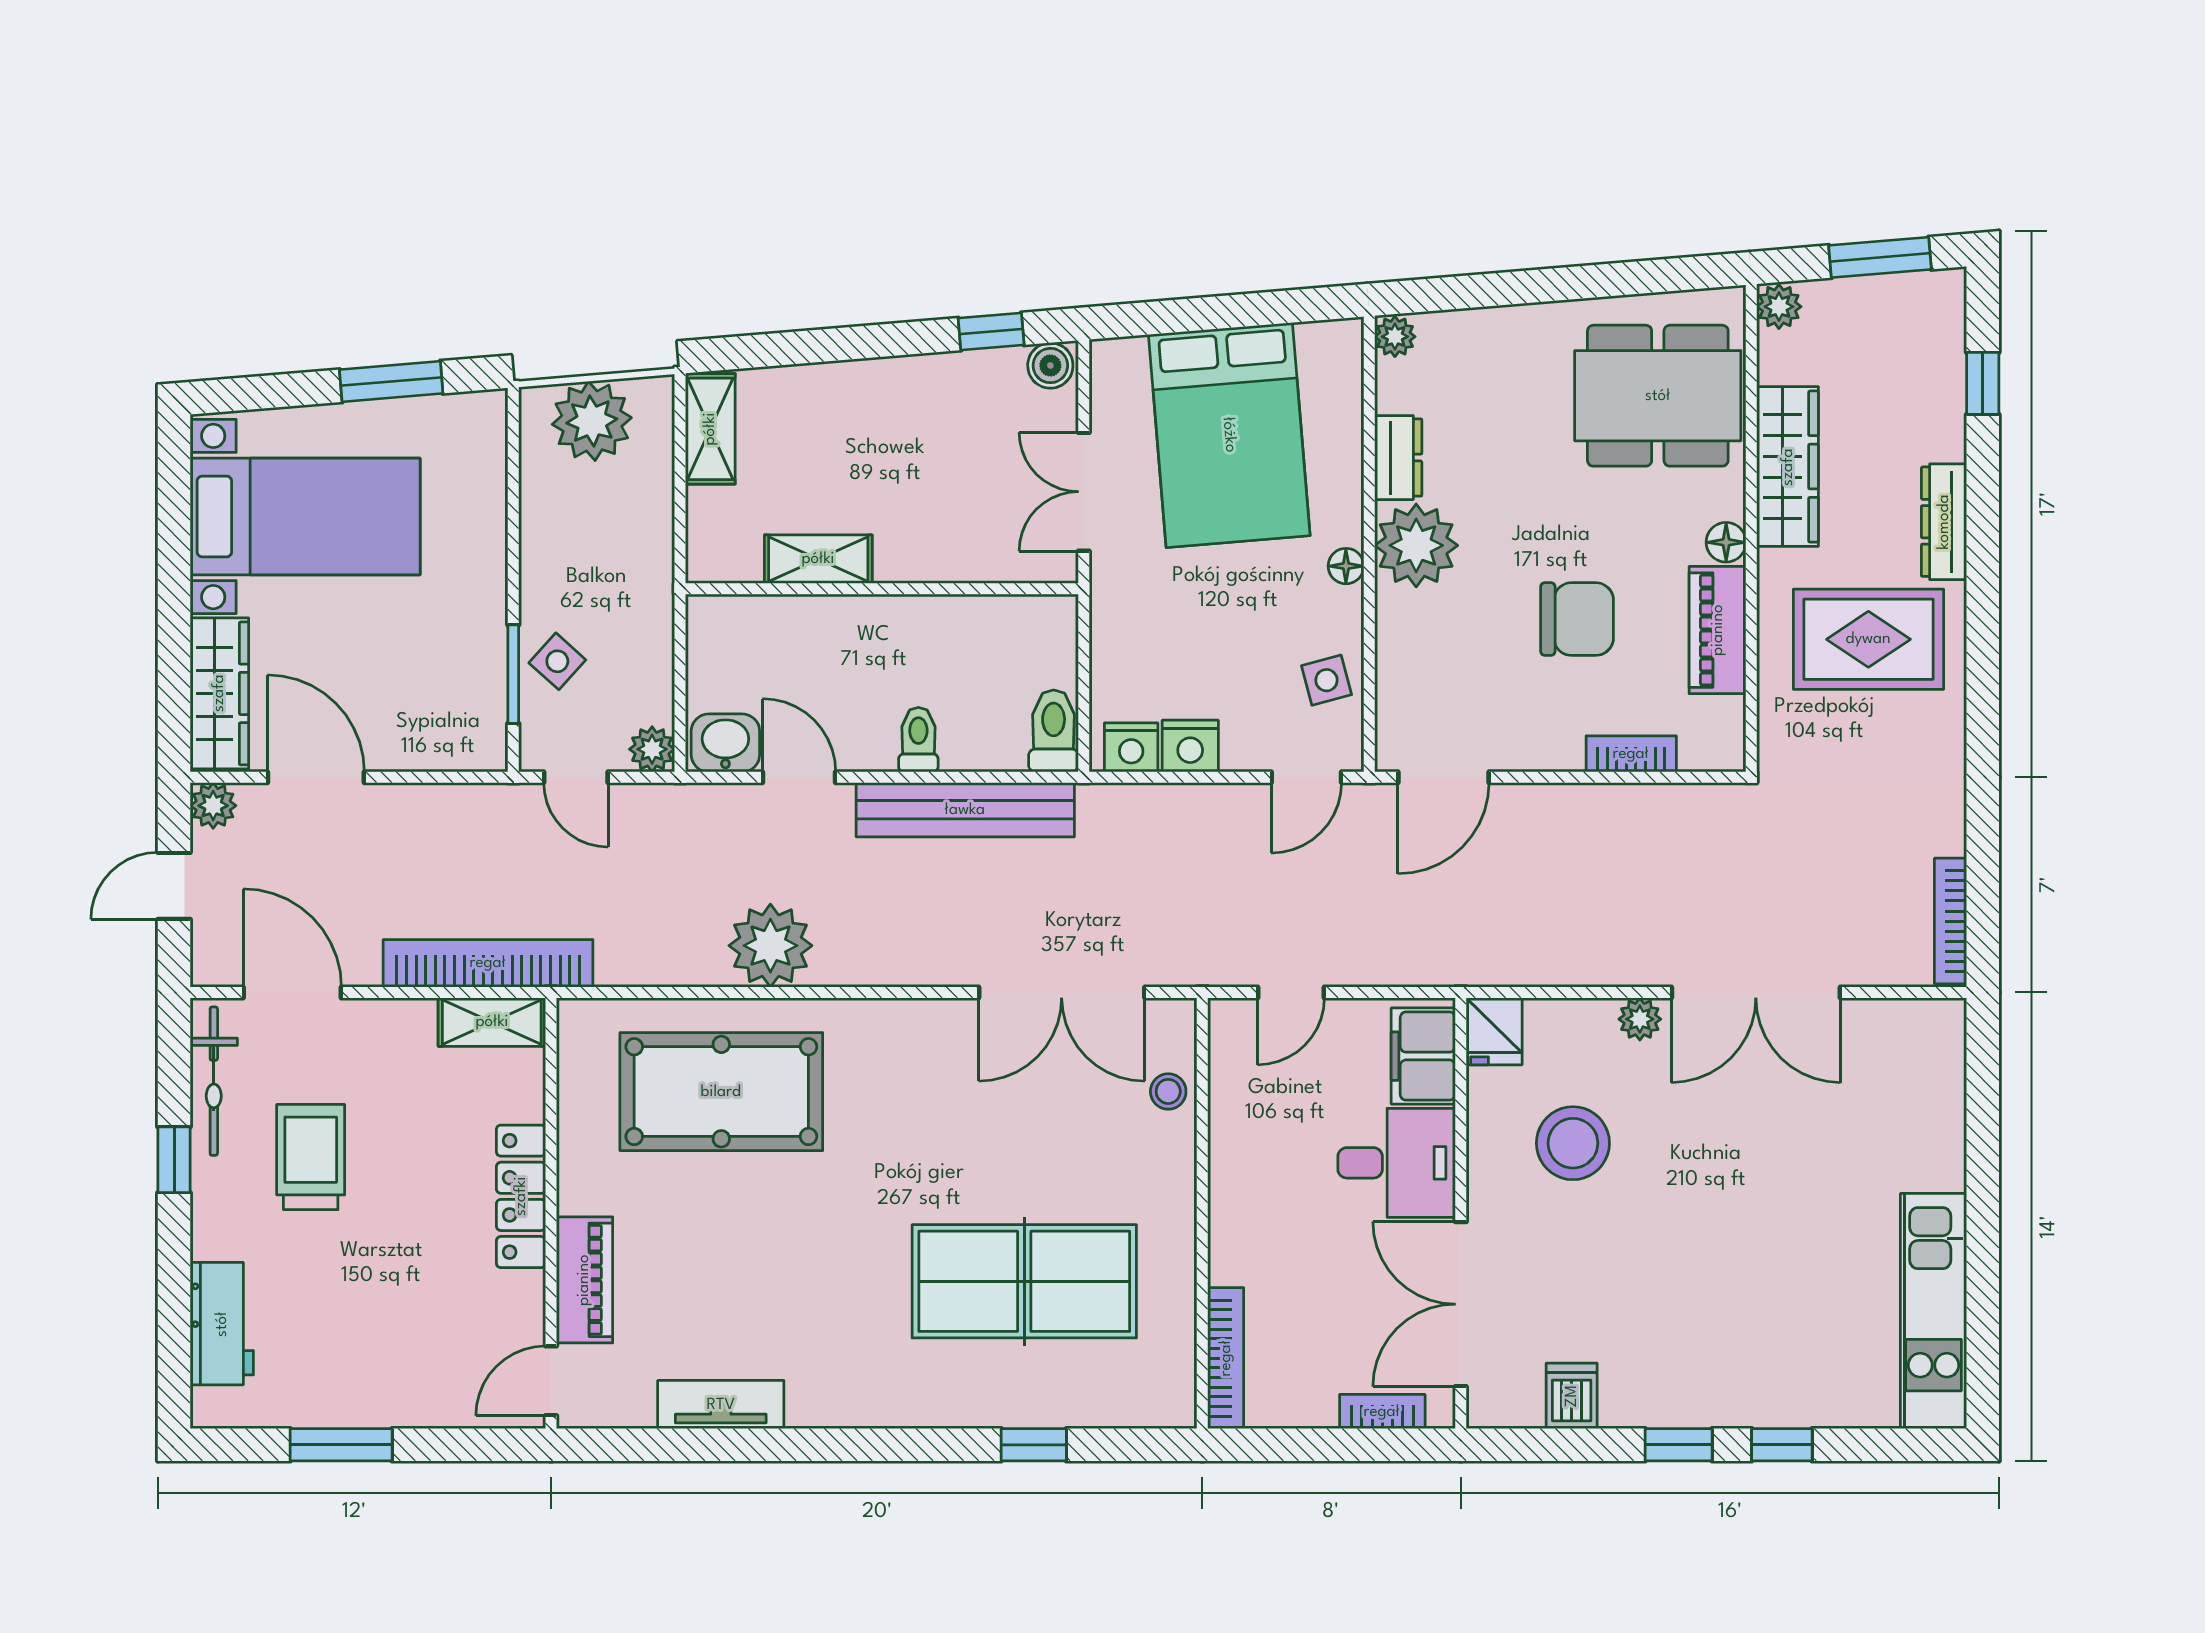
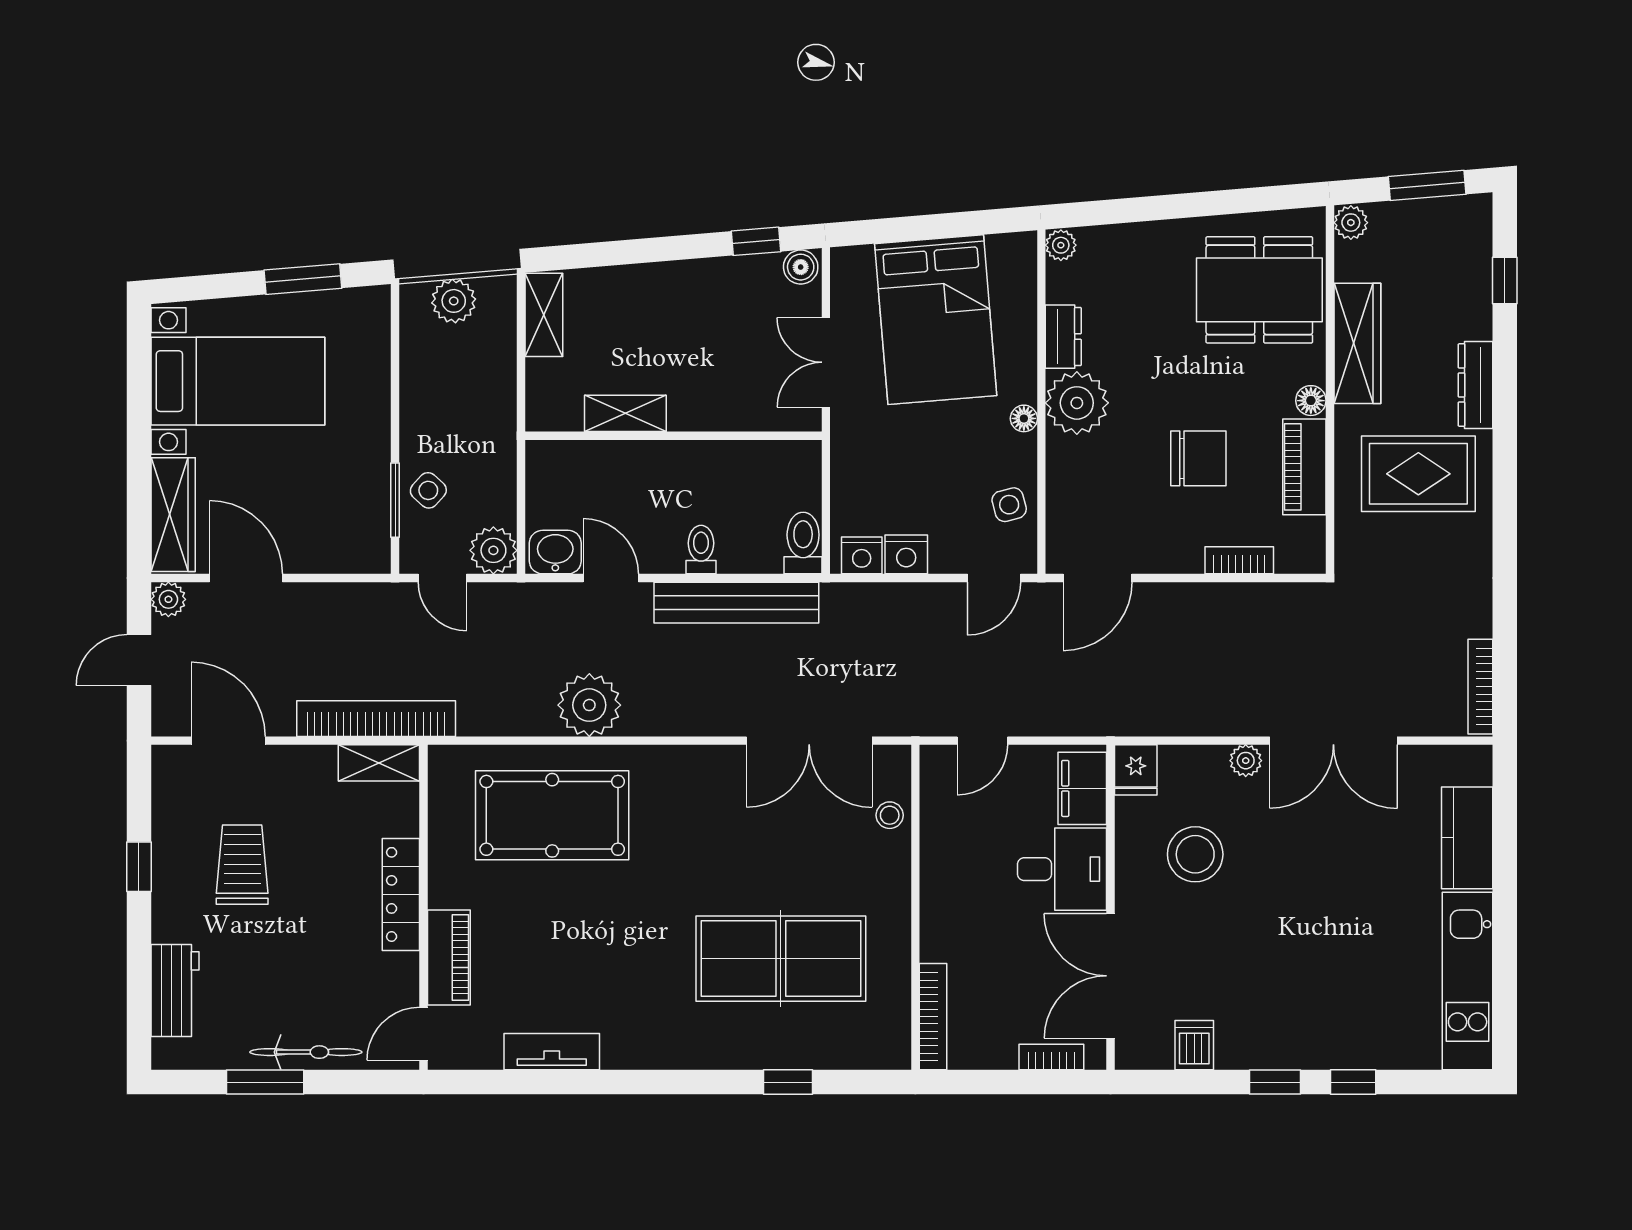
plant: (592, 421) -> (454, 301), width x0.73, depth x0.73
plant: (652, 749) -> (493, 550), width x1.38, depth x1.38
bicycle: (214, 1081) -> (306, 1052), moved, turned -90
kitchen counter: (1933, 1122) -> (1467, 838), added

